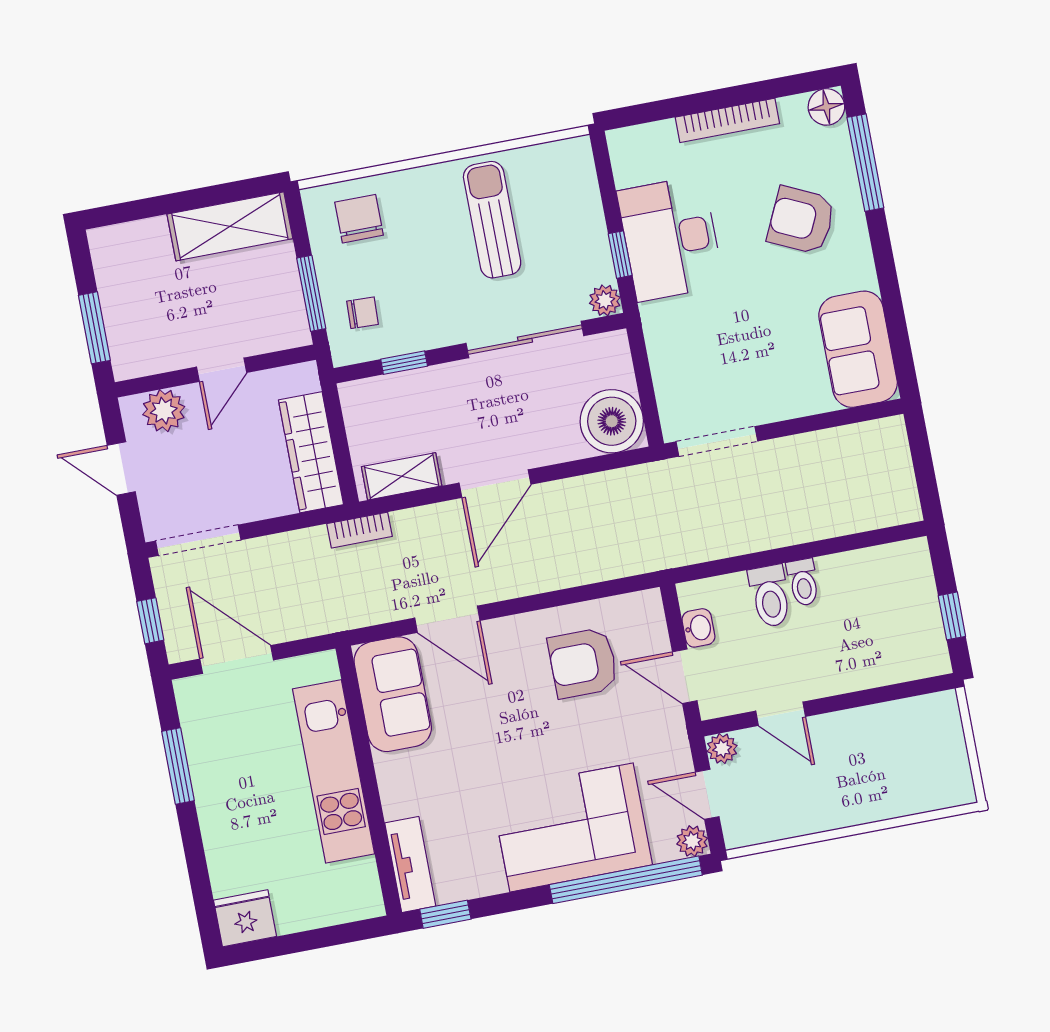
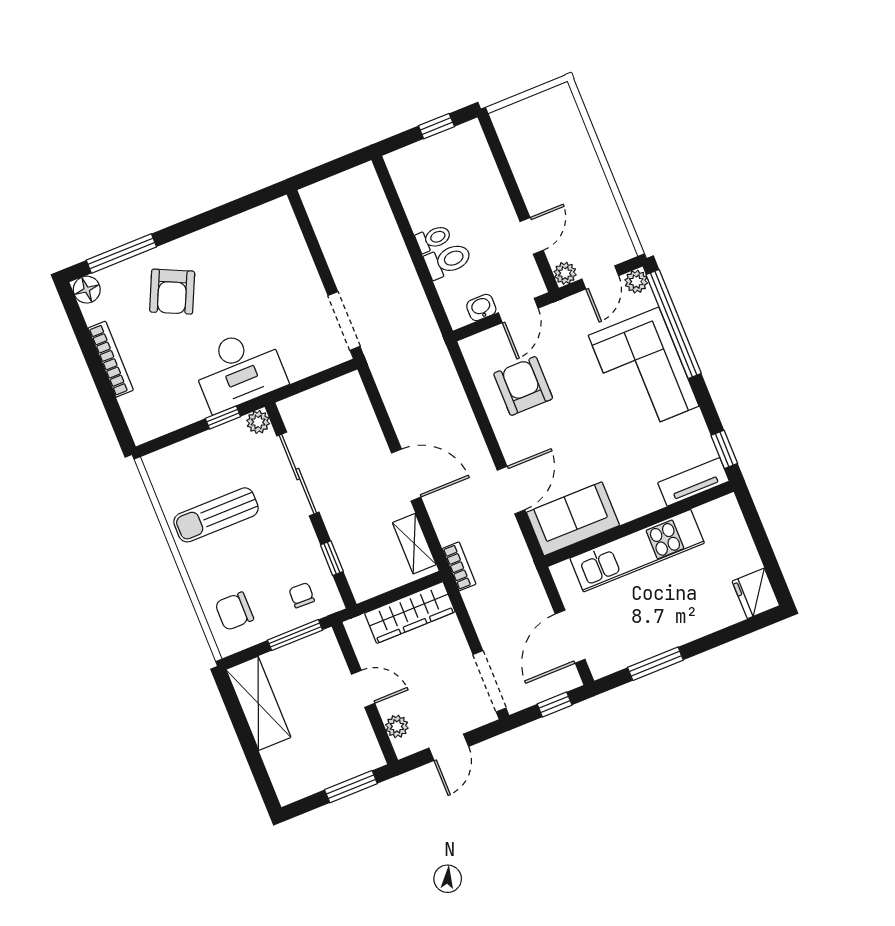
desk: (670, 238) -> (239, 369), moved
sofa: (858, 349) -> (257, 232), removed
plant: (164, 411) -> (397, 726), width x0.73, depth x0.73
boiler: (612, 421) -> (344, 400), removed
armchair: (583, 663) -> (523, 386), turned 180

